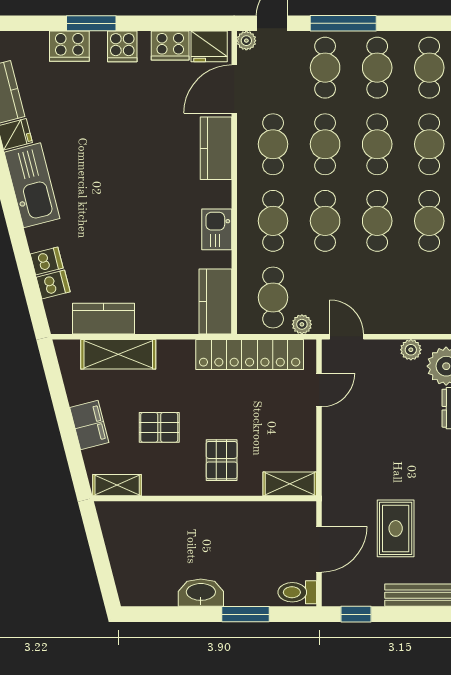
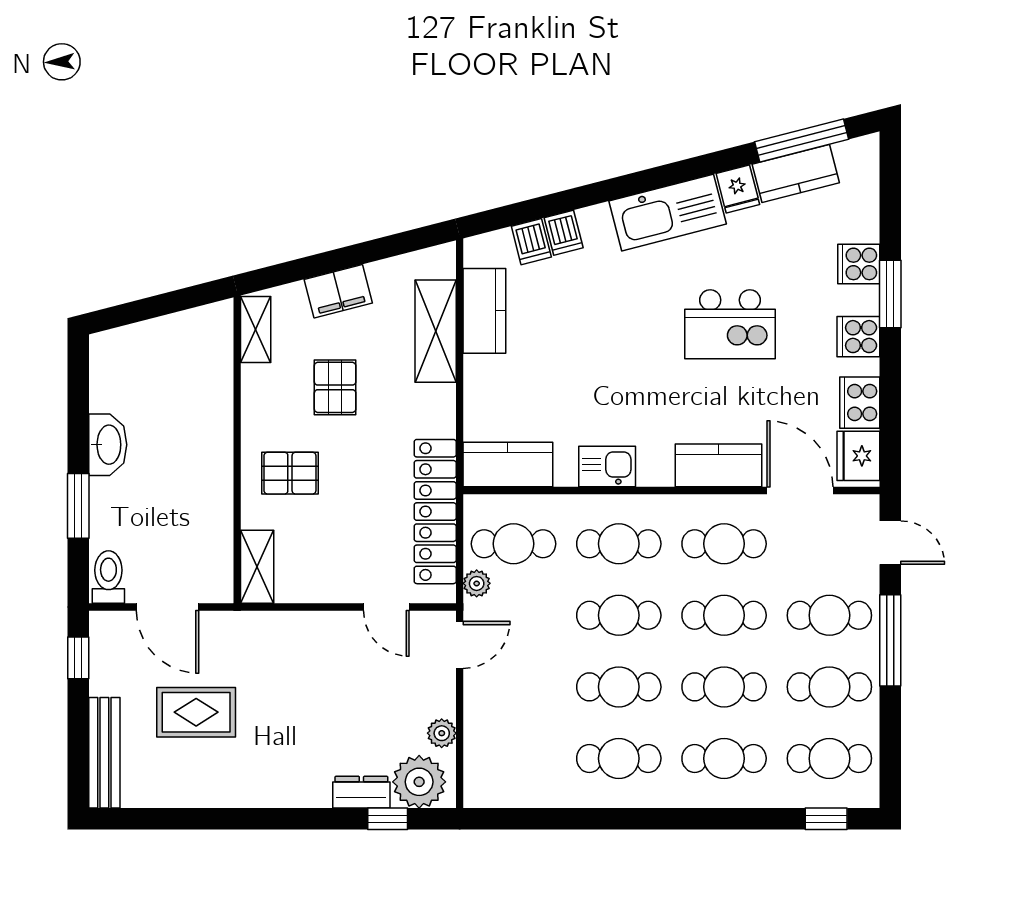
plant: (246, 41) -> (867, 507), removed
cooker: (69, 46) -> (859, 264), width x0.73
kitchen island: (113, 140) -> (730, 324), added

